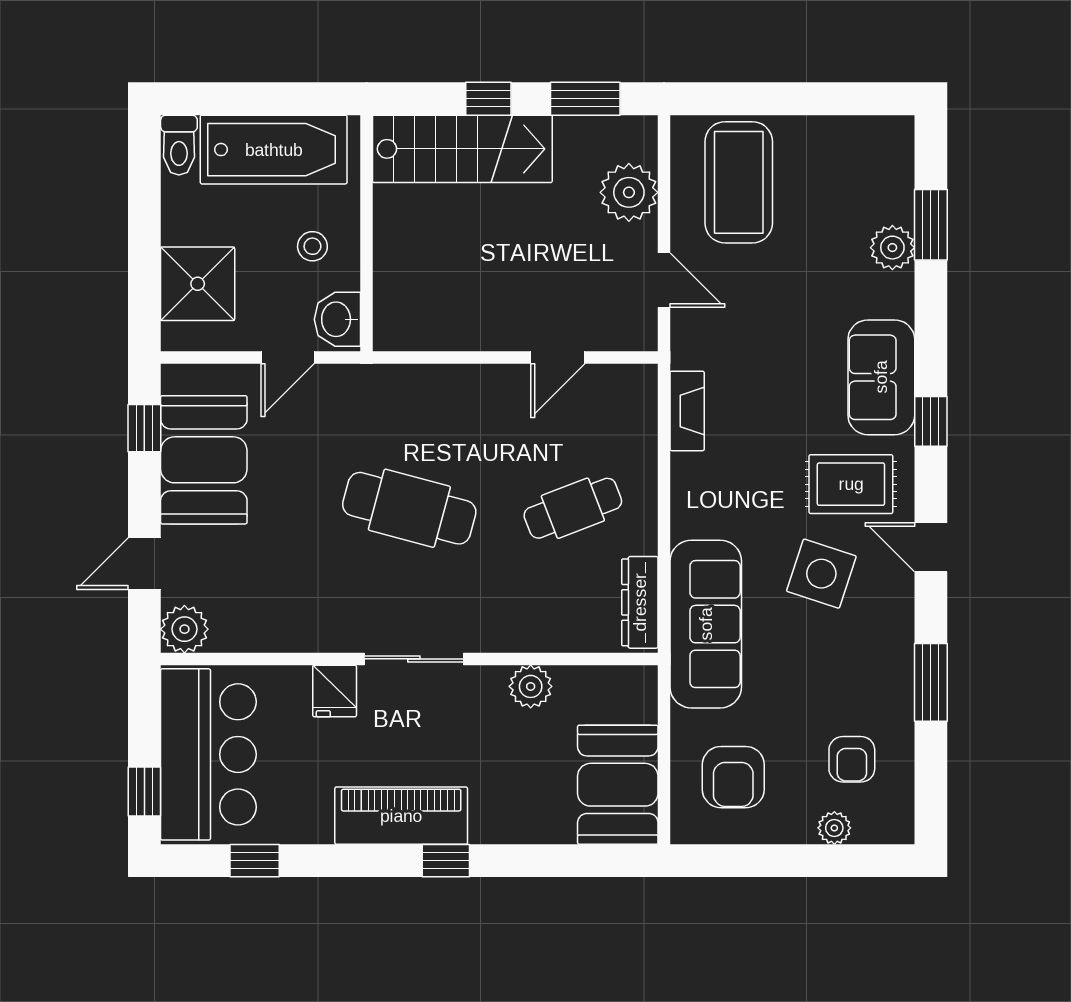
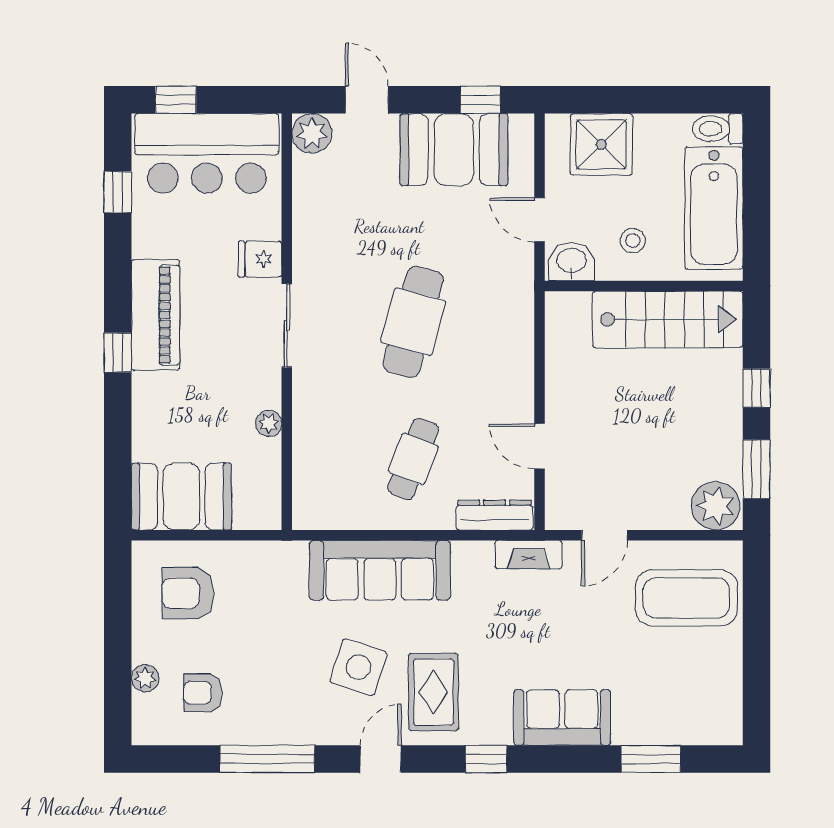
stairs: (462, 149) -> (668, 319), moved, turned -90
plant: (629, 192) -> (716, 506), moved
plant: (892, 248) -> (632, 727), removed
sofa: (881, 377) -> (562, 717), moved
fireplace: (687, 411) -> (529, 555), moved
cafe table: (573, 508) -> (413, 459), turned 42
dresser: (640, 602) -> (495, 515), moved
sofa: (706, 624) -> (380, 570), moved
window: (931, 682) -> (267, 759), width x1.44
plant: (531, 686) -> (269, 423), width x0.73, depth x0.73

